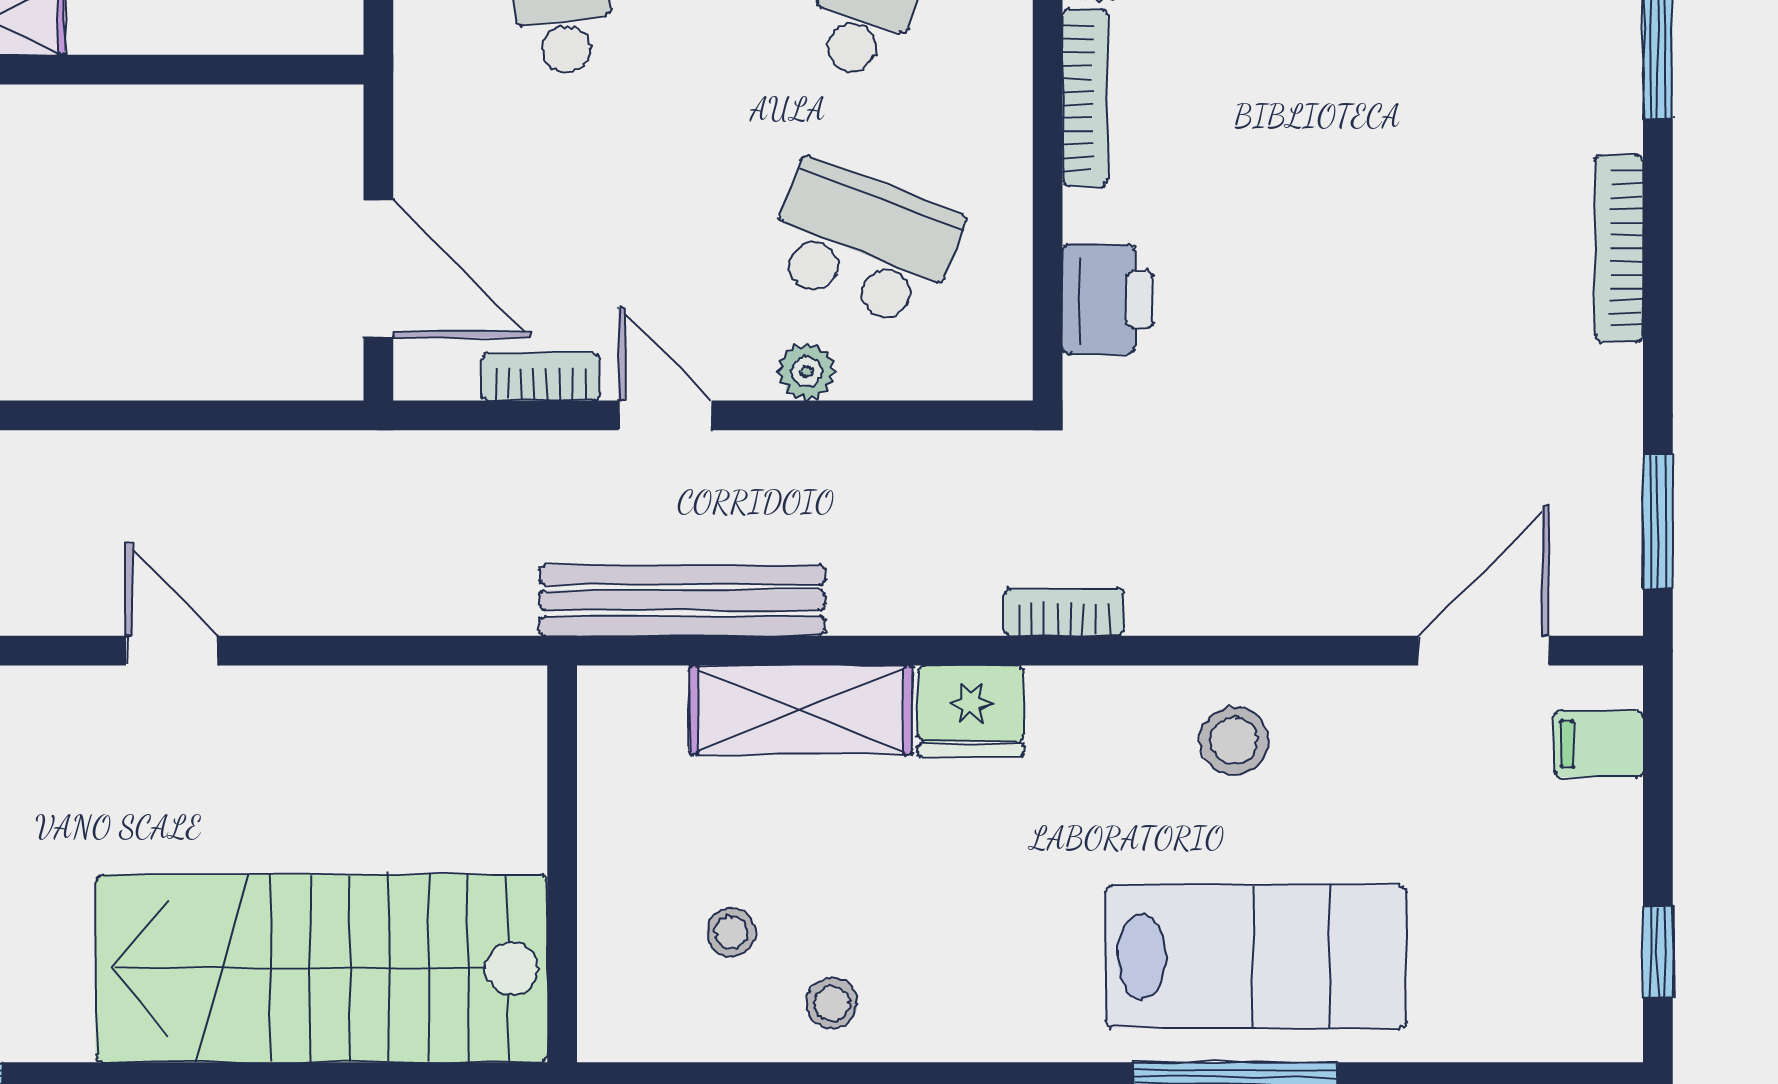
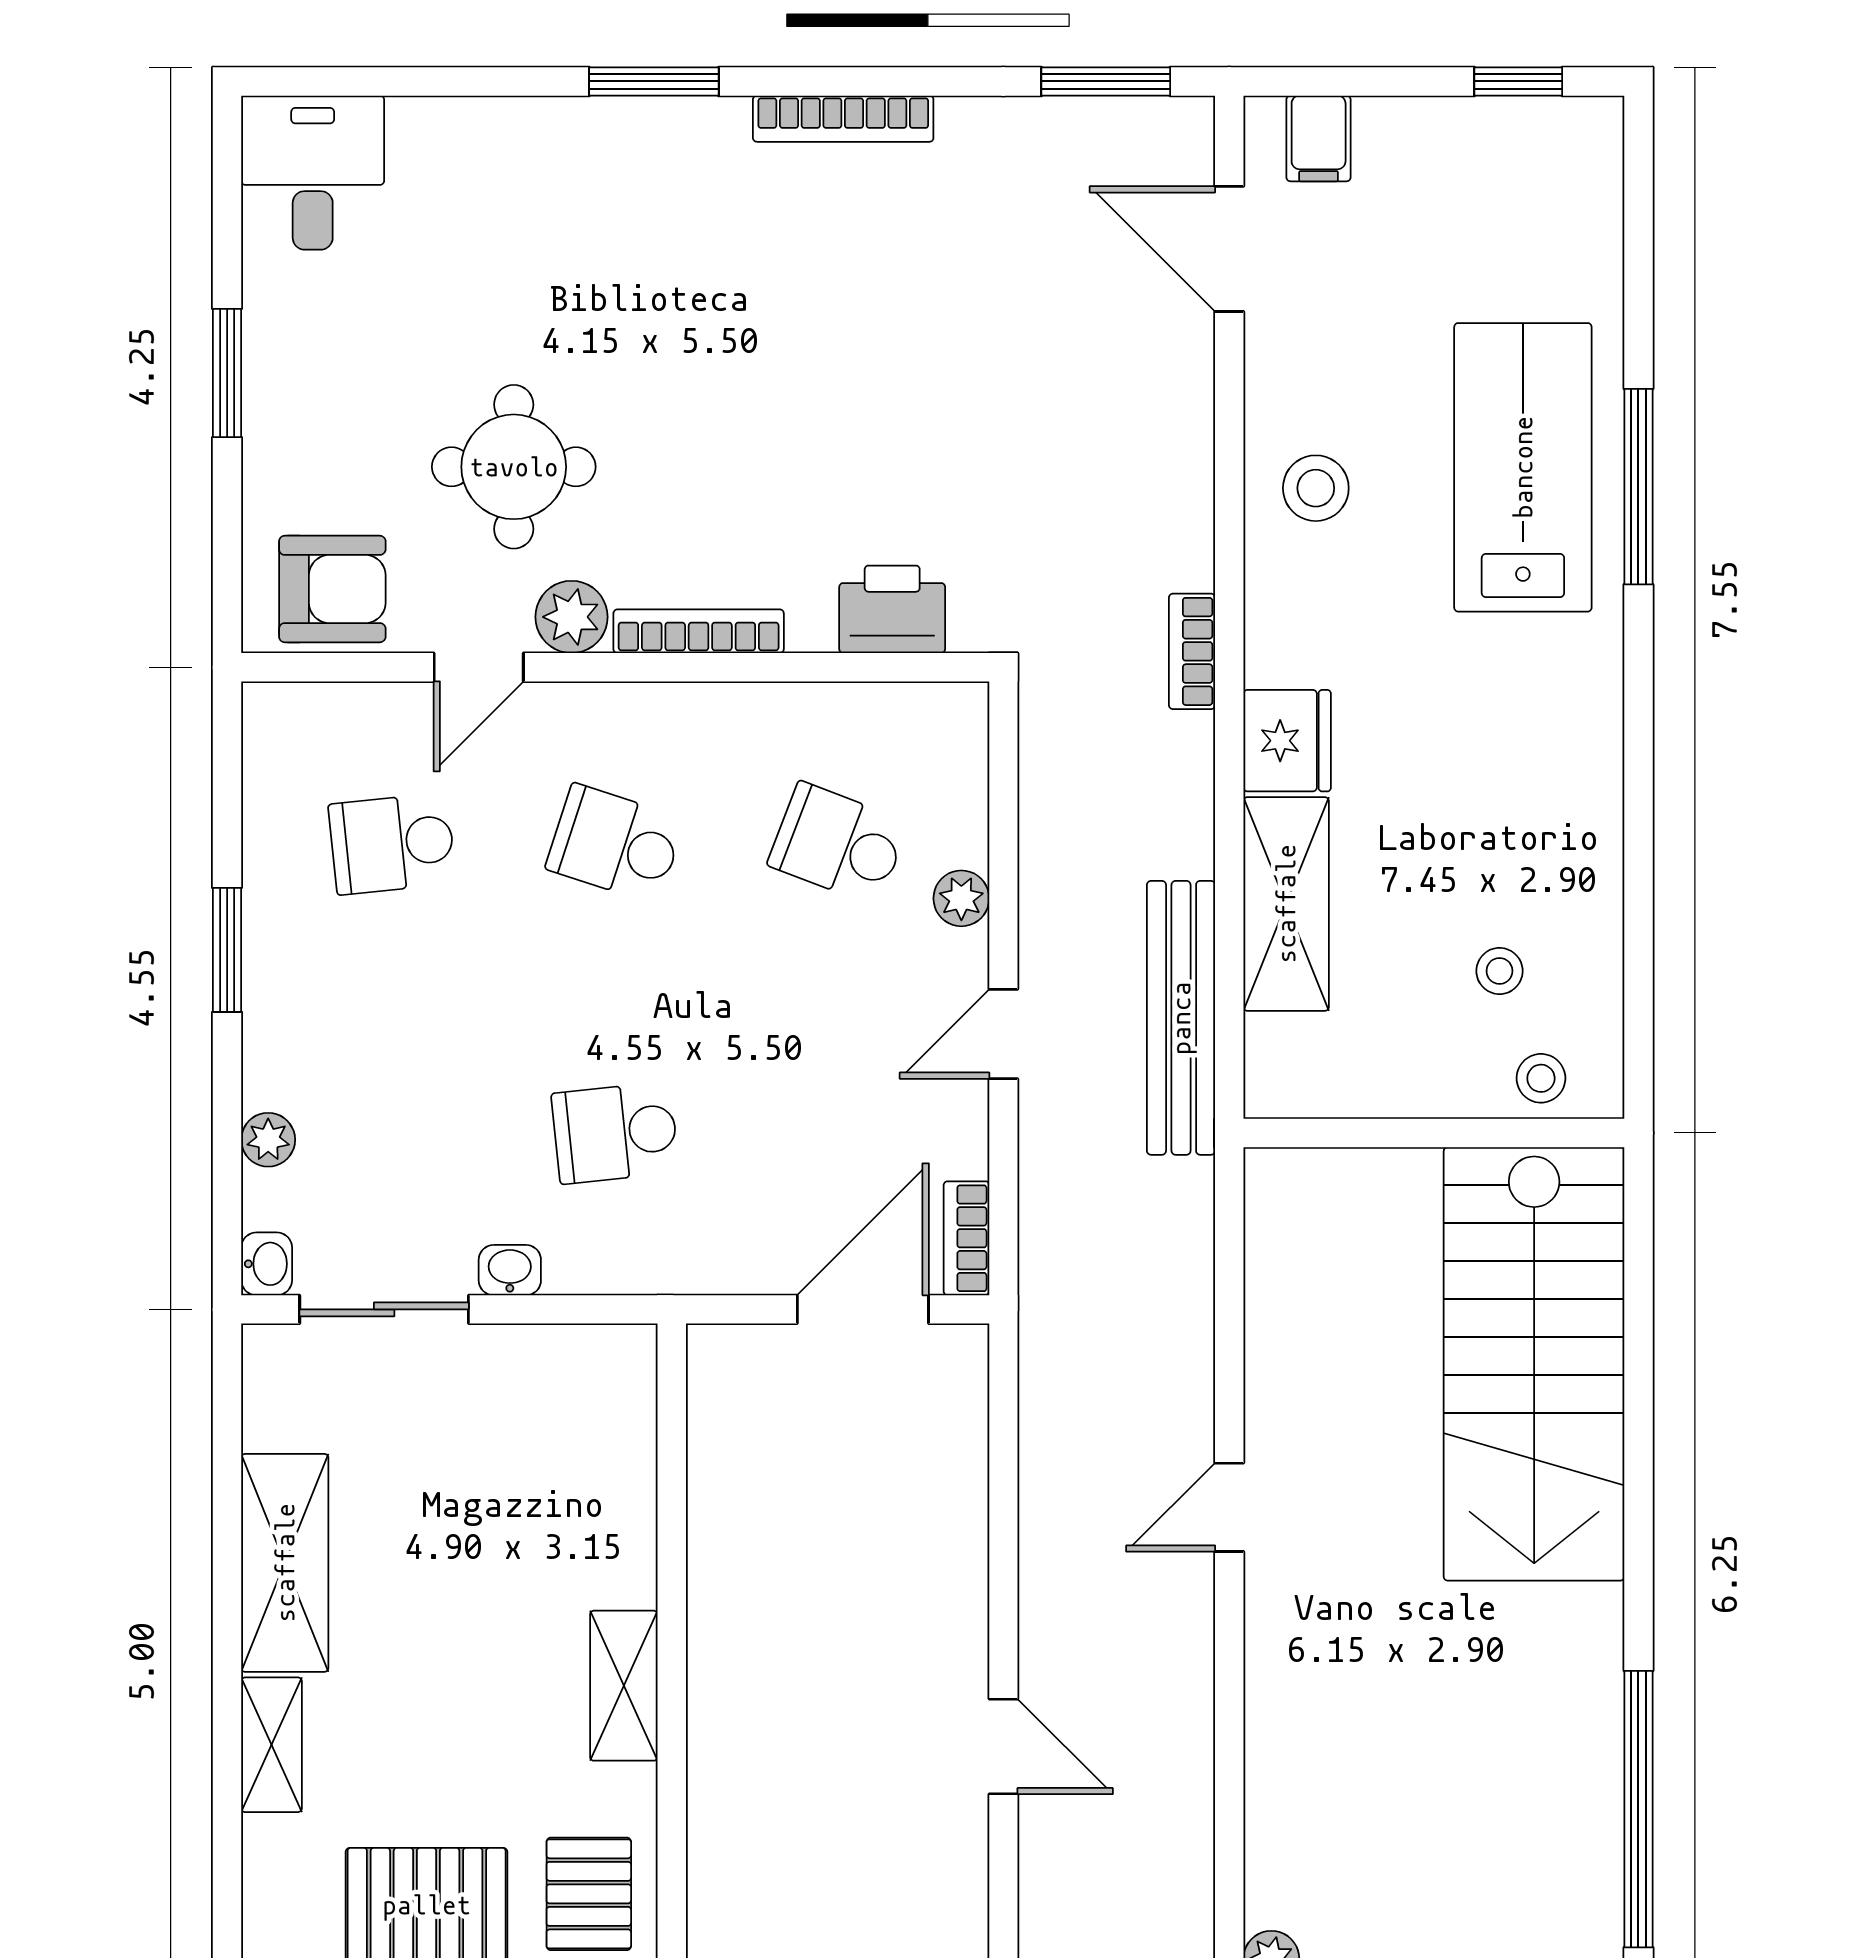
school desk: (864, 243) -> (838, 844), width x0.54
bookcase: (541, 377) -> (966, 1238), moved
stool: (832, 1003) -> (1541, 1078), moved

